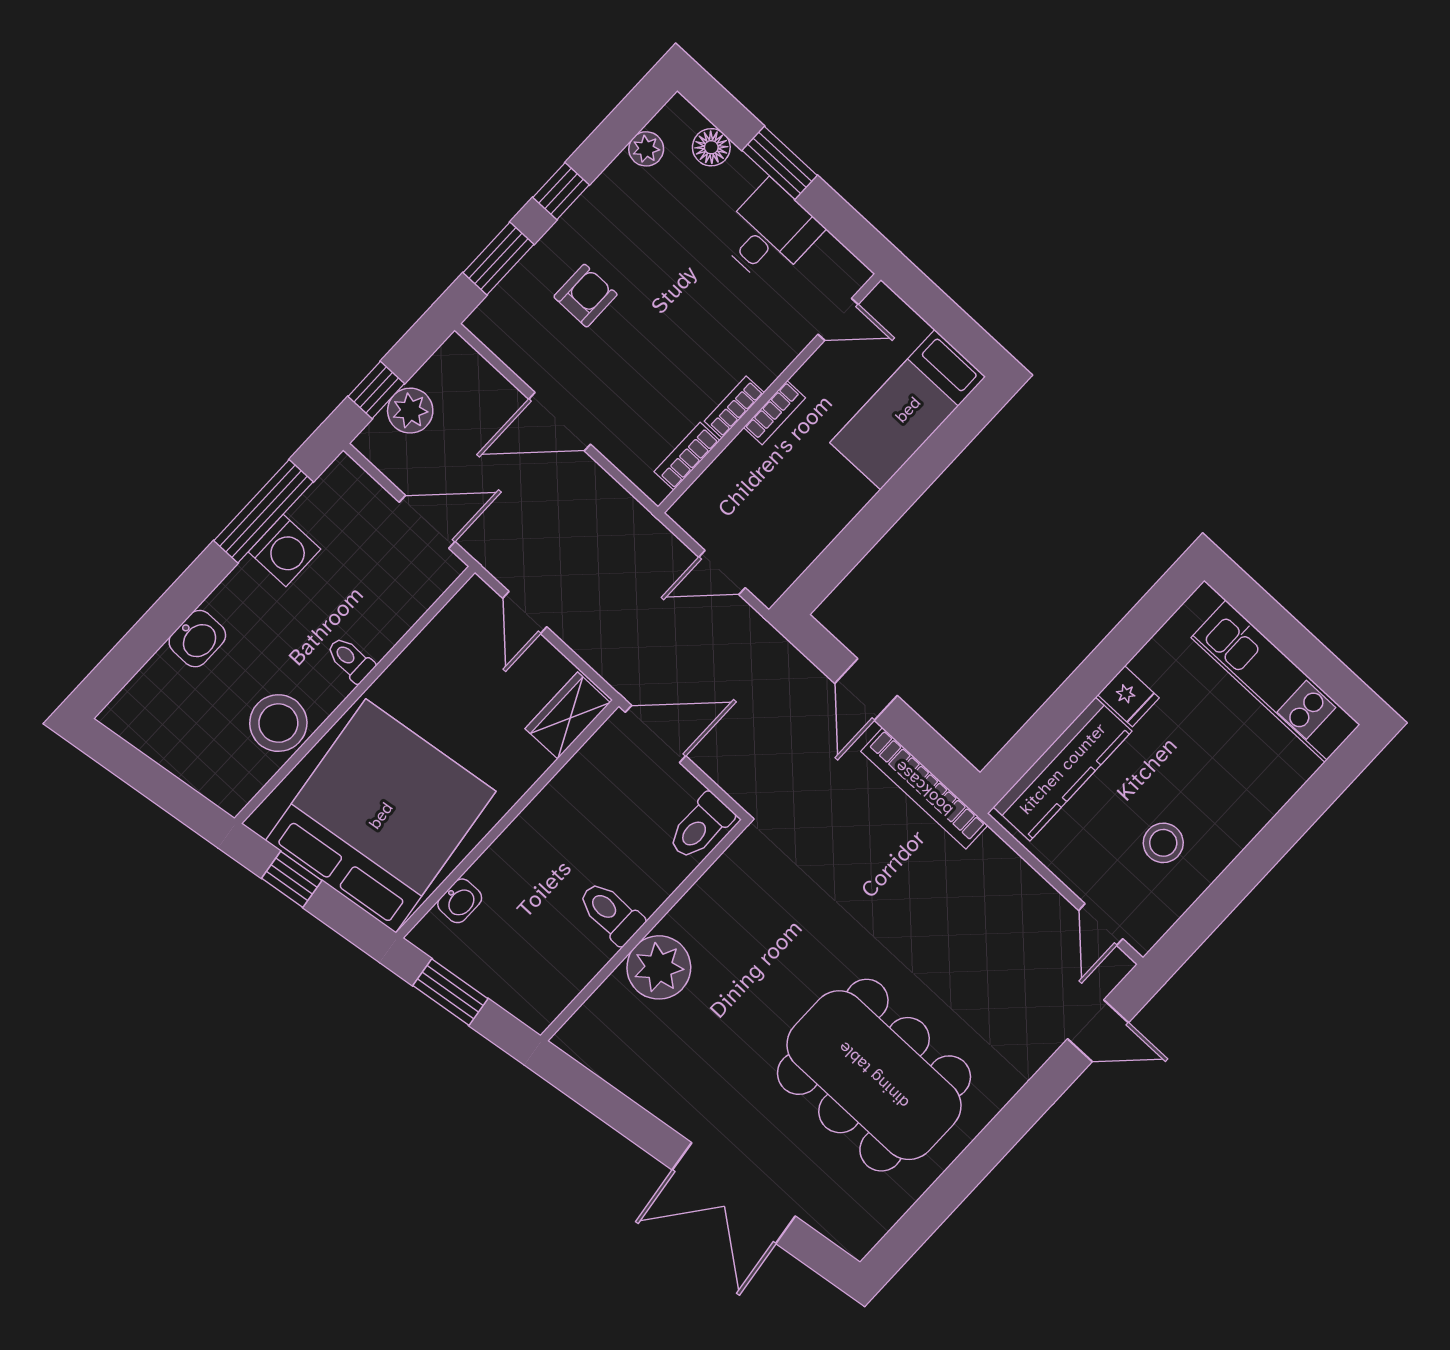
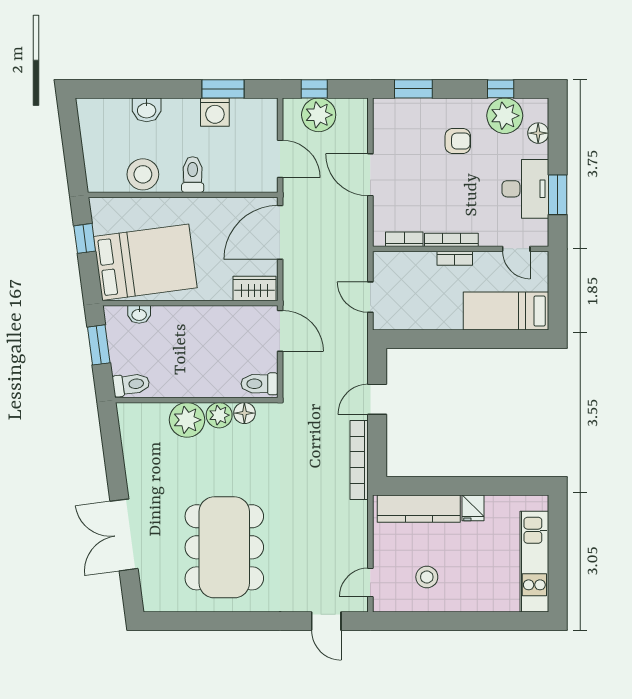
plant: (646, 149) -> (505, 116), width x1.88, depth x1.88
window: (780, 163) -> (558, 195), moved
window: (561, 191) -> (501, 89), moved
desk: (769, 233) -> (525, 189), width x1.37
armchair: (586, 296) -> (458, 141), moved
bookcase: (734, 407) -> (451, 240), width x1.56
plant: (410, 411) -> (319, 115), width x1.36, depth x1.36
window: (264, 511) -> (223, 89), width x0.69
door: (525, 613) -> (280, 232), width x1.88
toilet: (350, 660) -> (193, 175), width x1.37, depth x1.39
bed: (381, 816) -> (145, 262), width x0.73
floor lamp: (721, 883) -> (244, 413), added
toilet: (611, 913) -> (131, 384), moved, turned 82
plant: (692, 919) -> (219, 415), added

